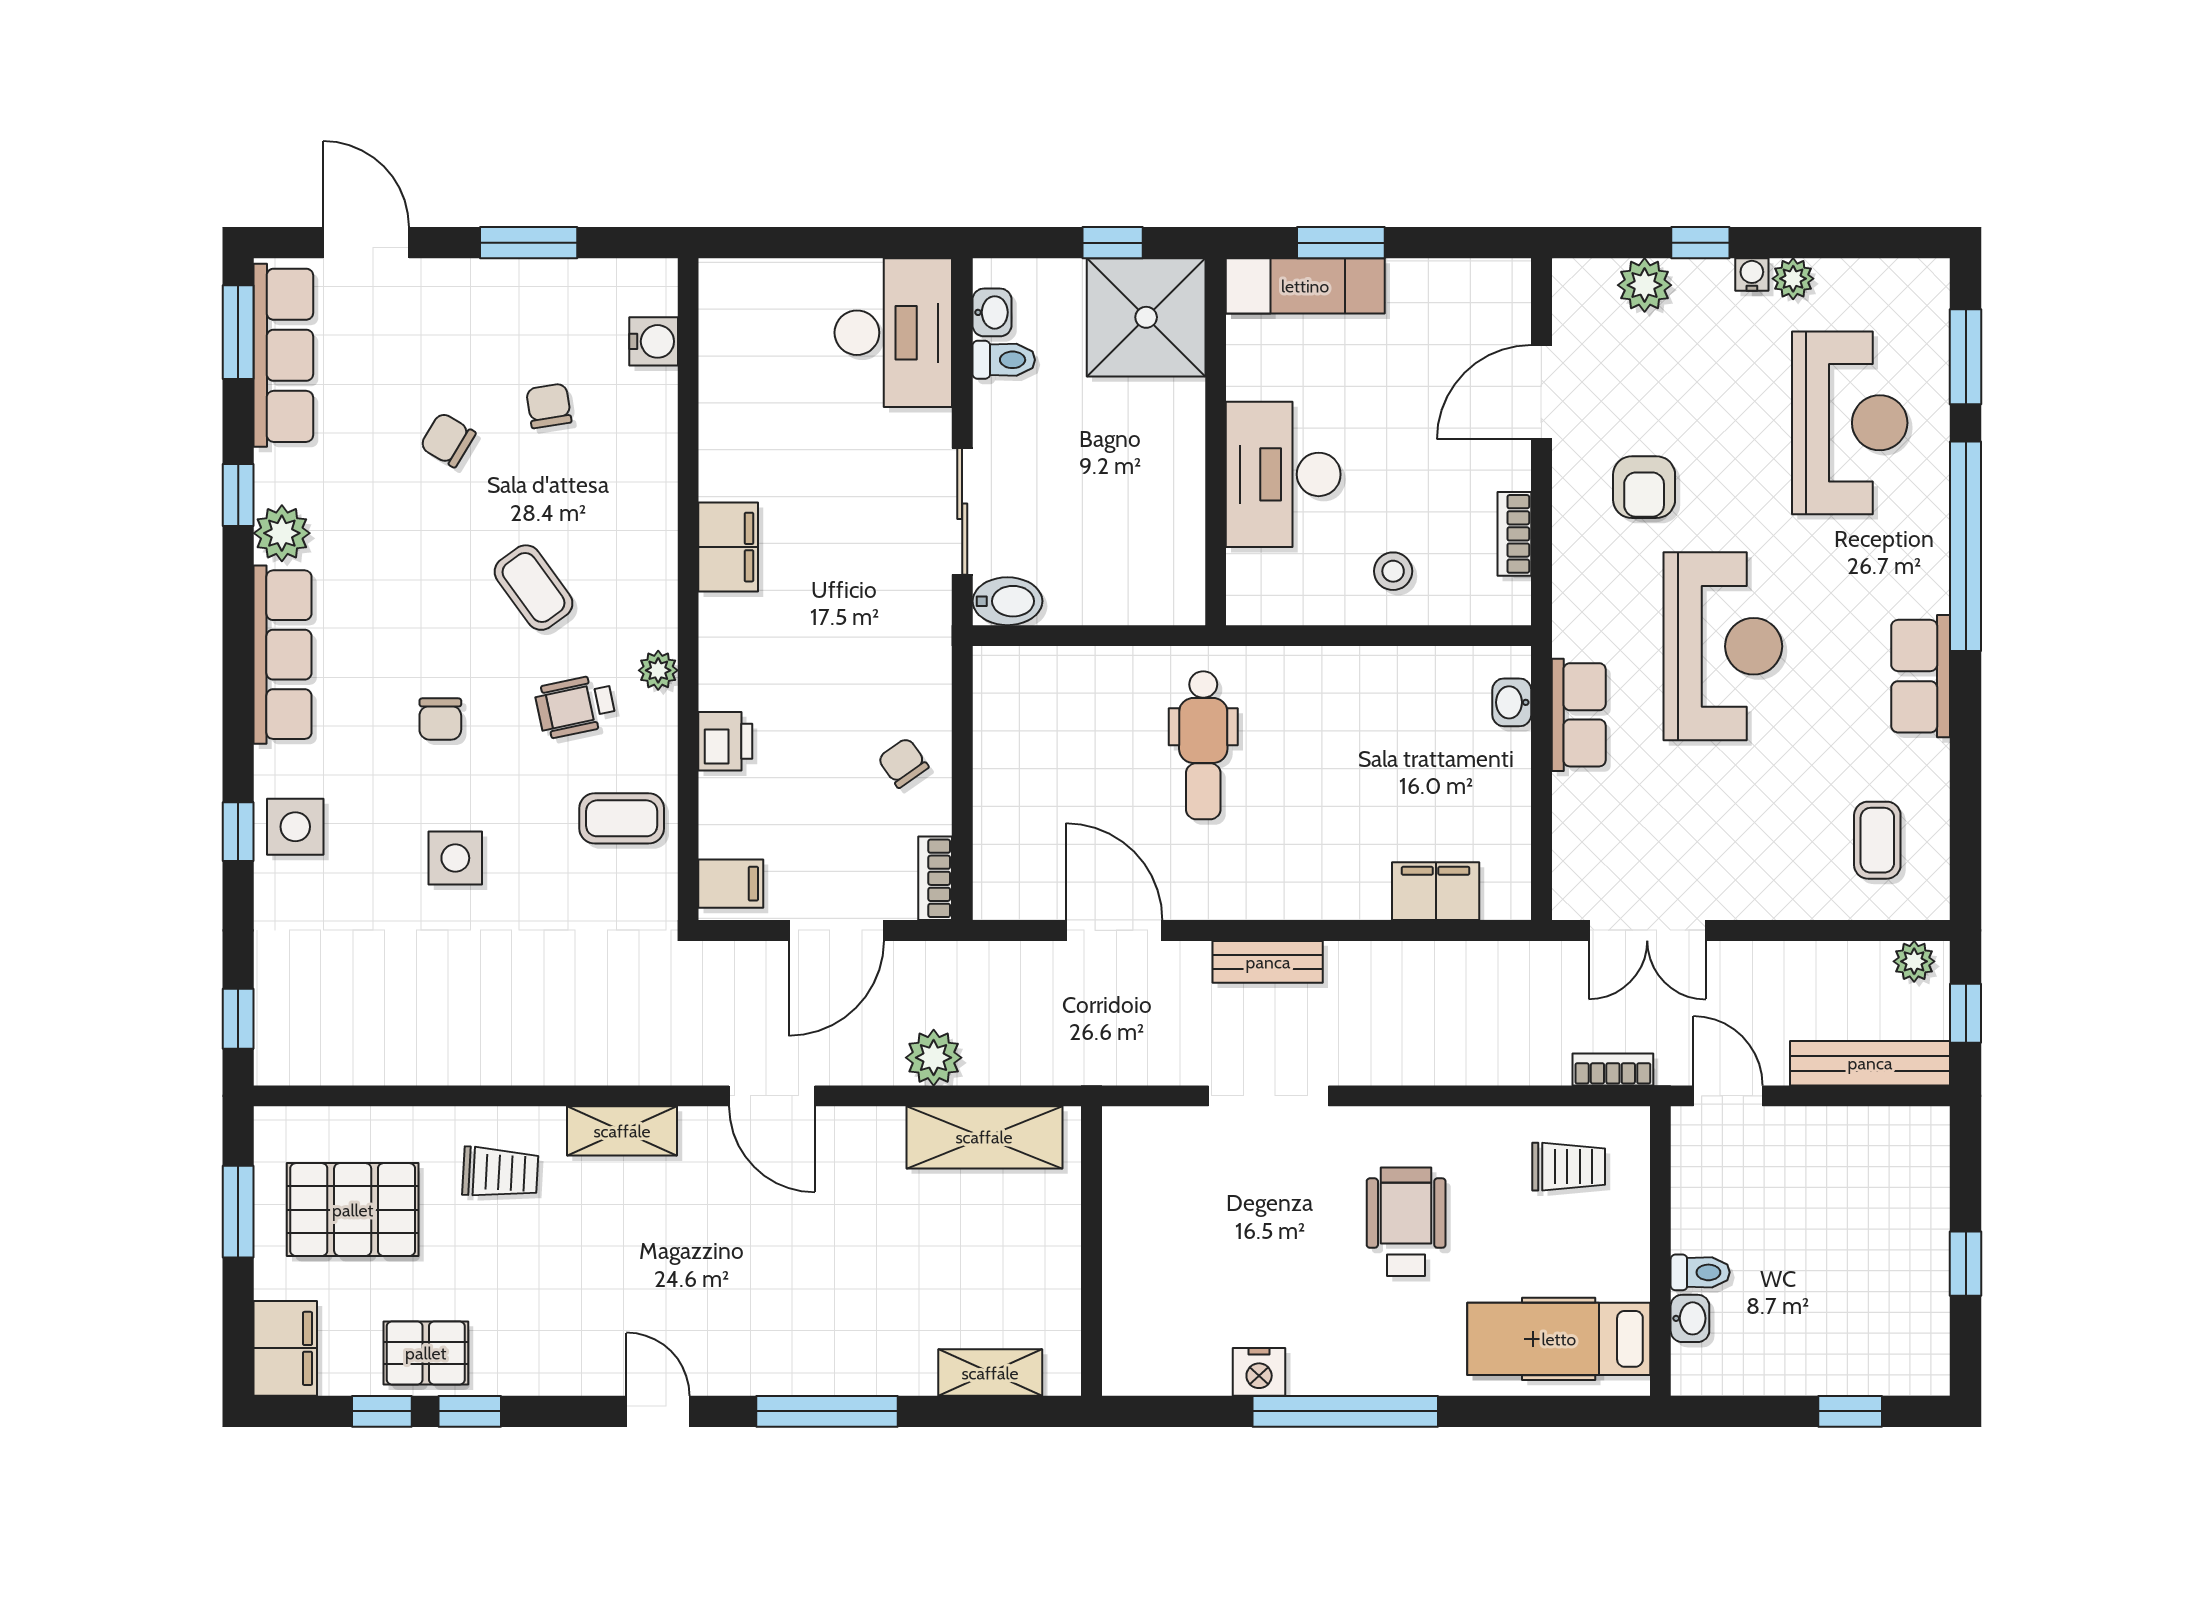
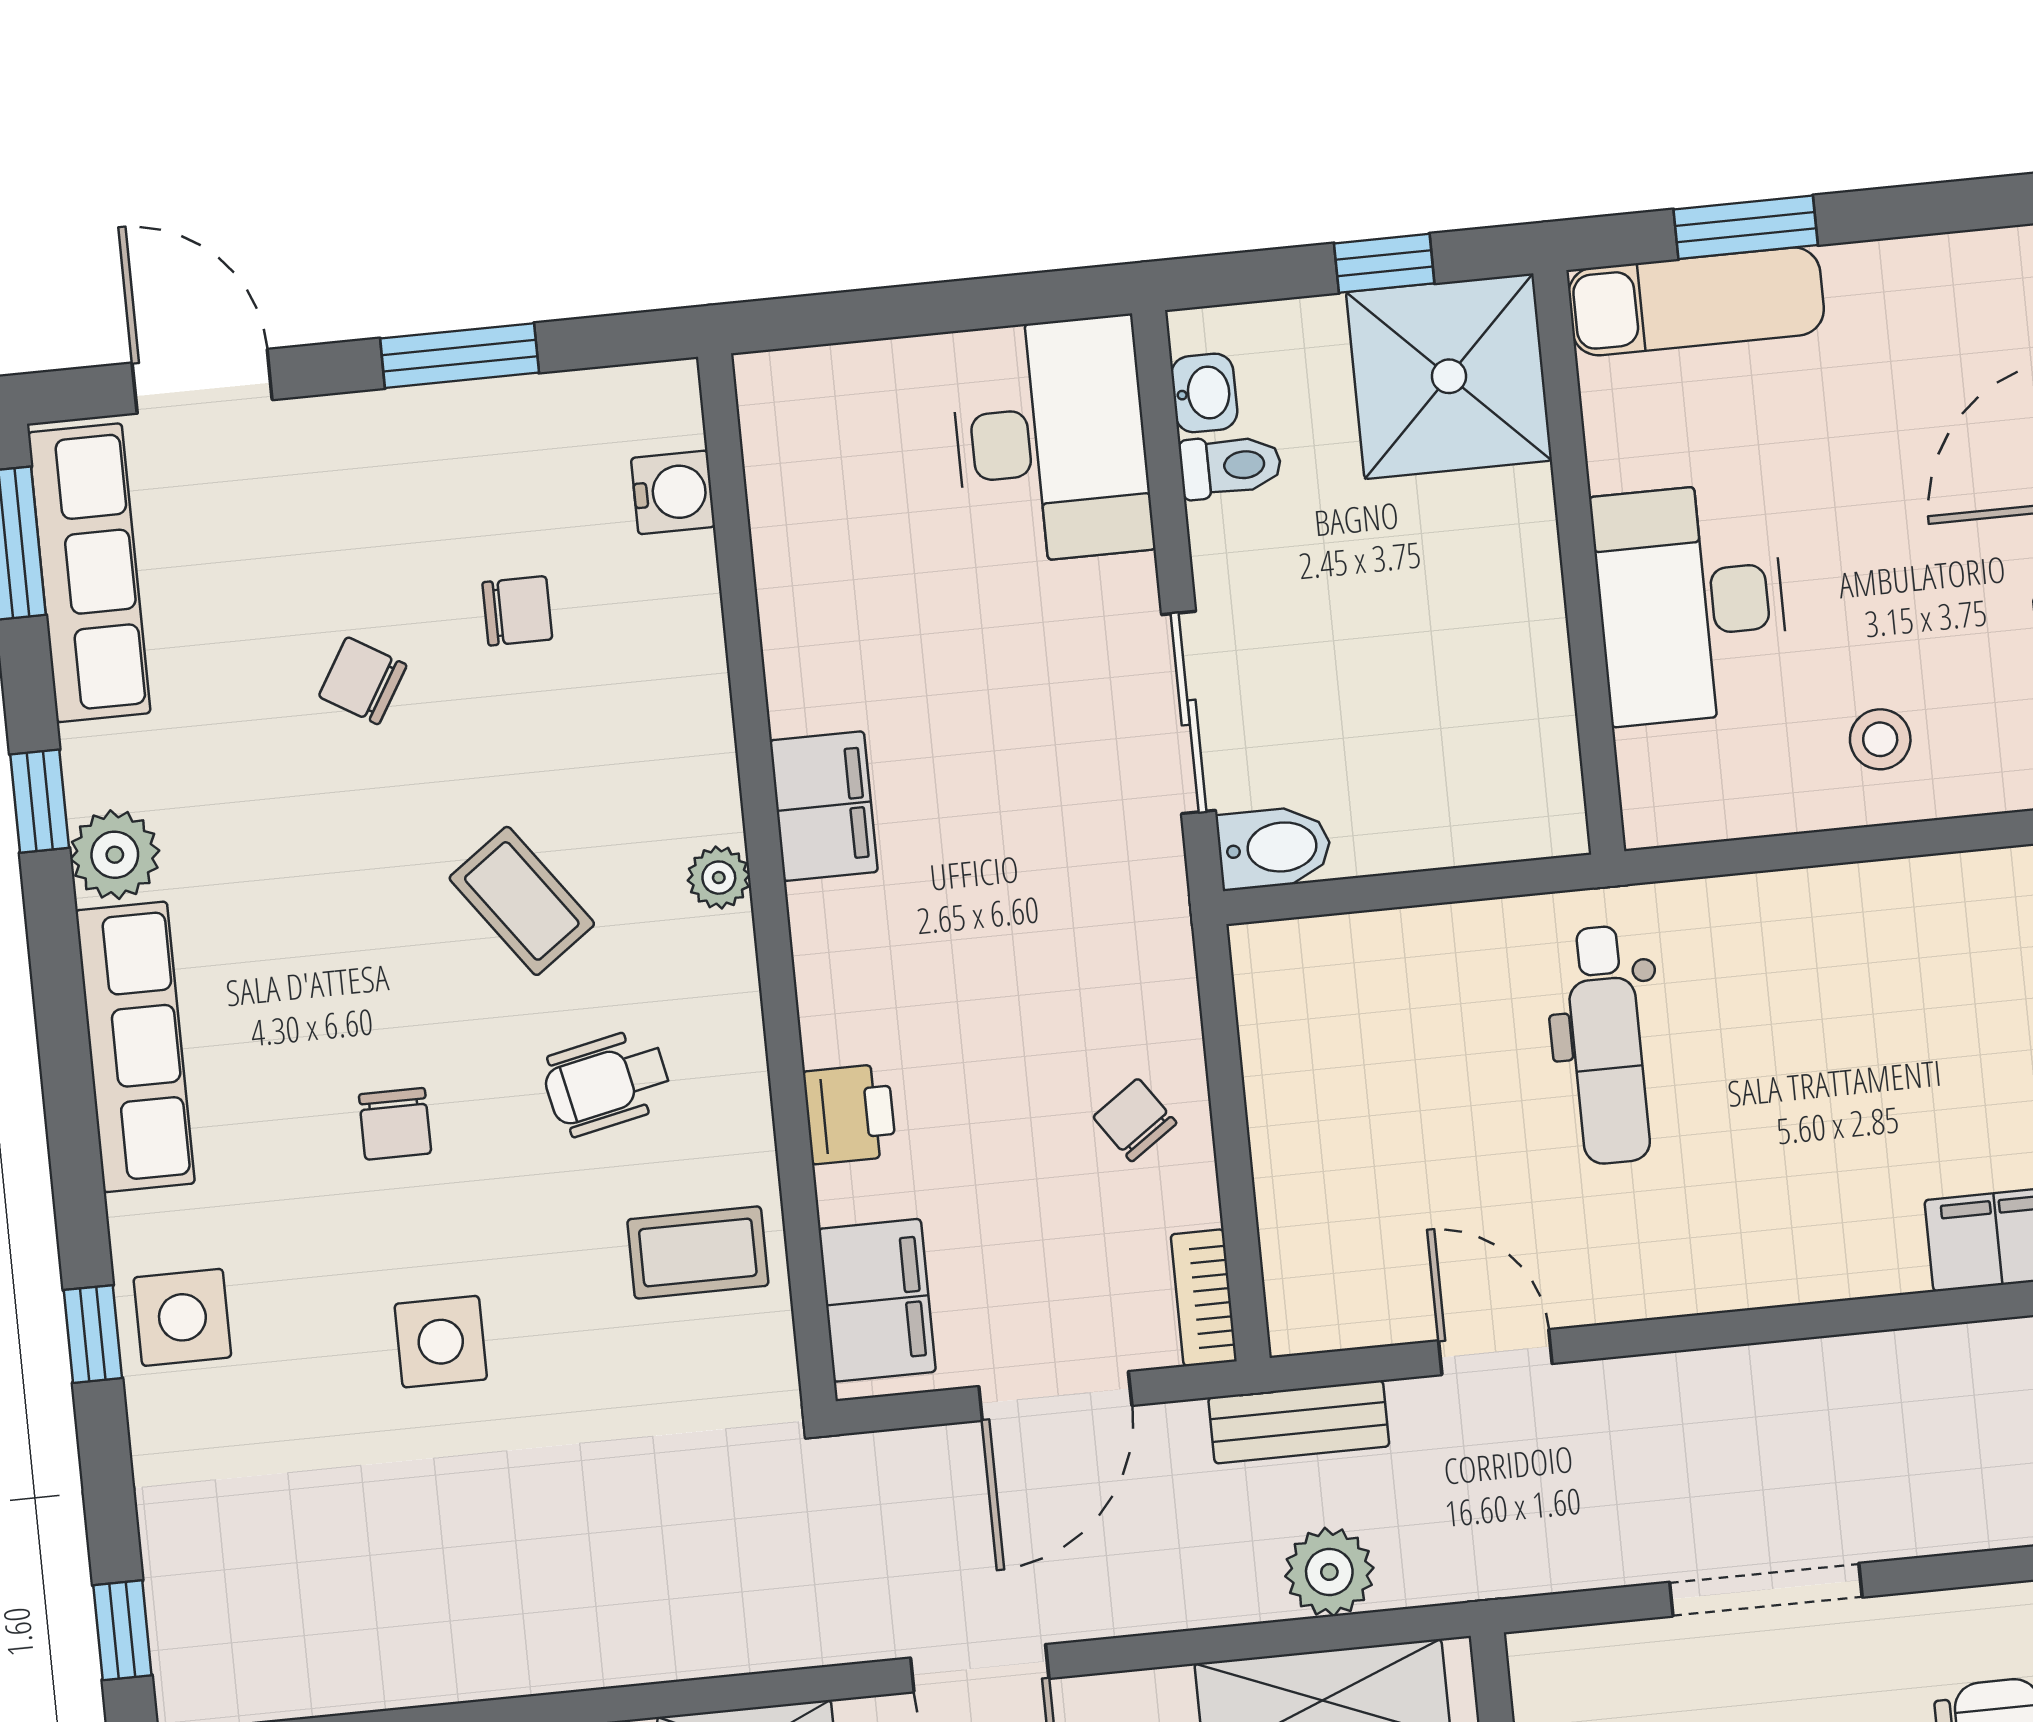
chair: (549, 406) -> (517, 611), turned 99
plant: (658, 670) -> (719, 878), moved
filing cabinet: (731, 884) -> (877, 1300), width x2.00
door: (1114, 930) -> (1495, 1352), width x0.73
bench: (1268, 962) -> (1299, 1422), moved
plant: (934, 1058) -> (1329, 1572), moved

